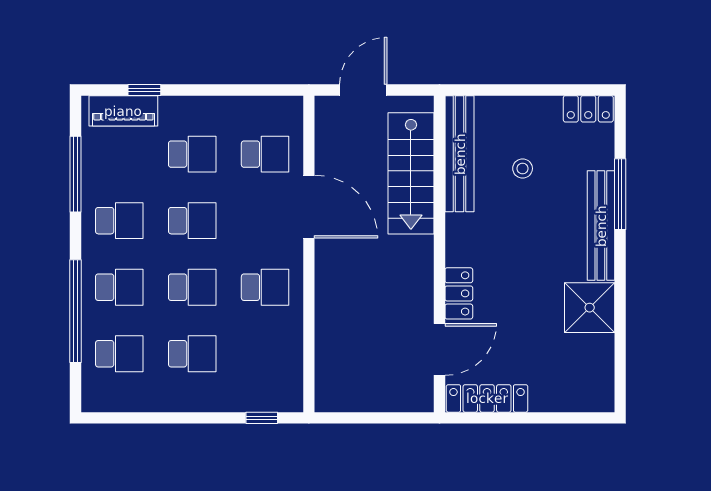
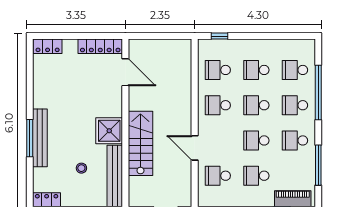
stairs: (411, 173) -> (140, 143), moved
window: (620, 194) -> (30, 138), moved
door: (309, 207) -> (195, 148), width x0.73
locker: (459, 293) -> (48, 46), moved, turned -90
shower: (590, 308) -> (109, 131), moved
door: (439, 349) -> (125, 72), swing flipped
school desk: (265, 354) -> (218, 70), added

